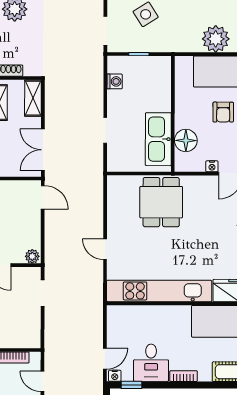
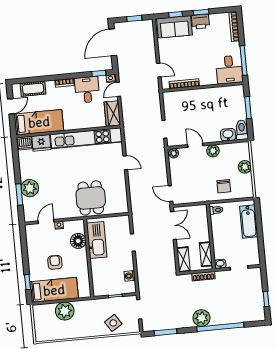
wardrobe: (117, 324) -> (112, 113), added

